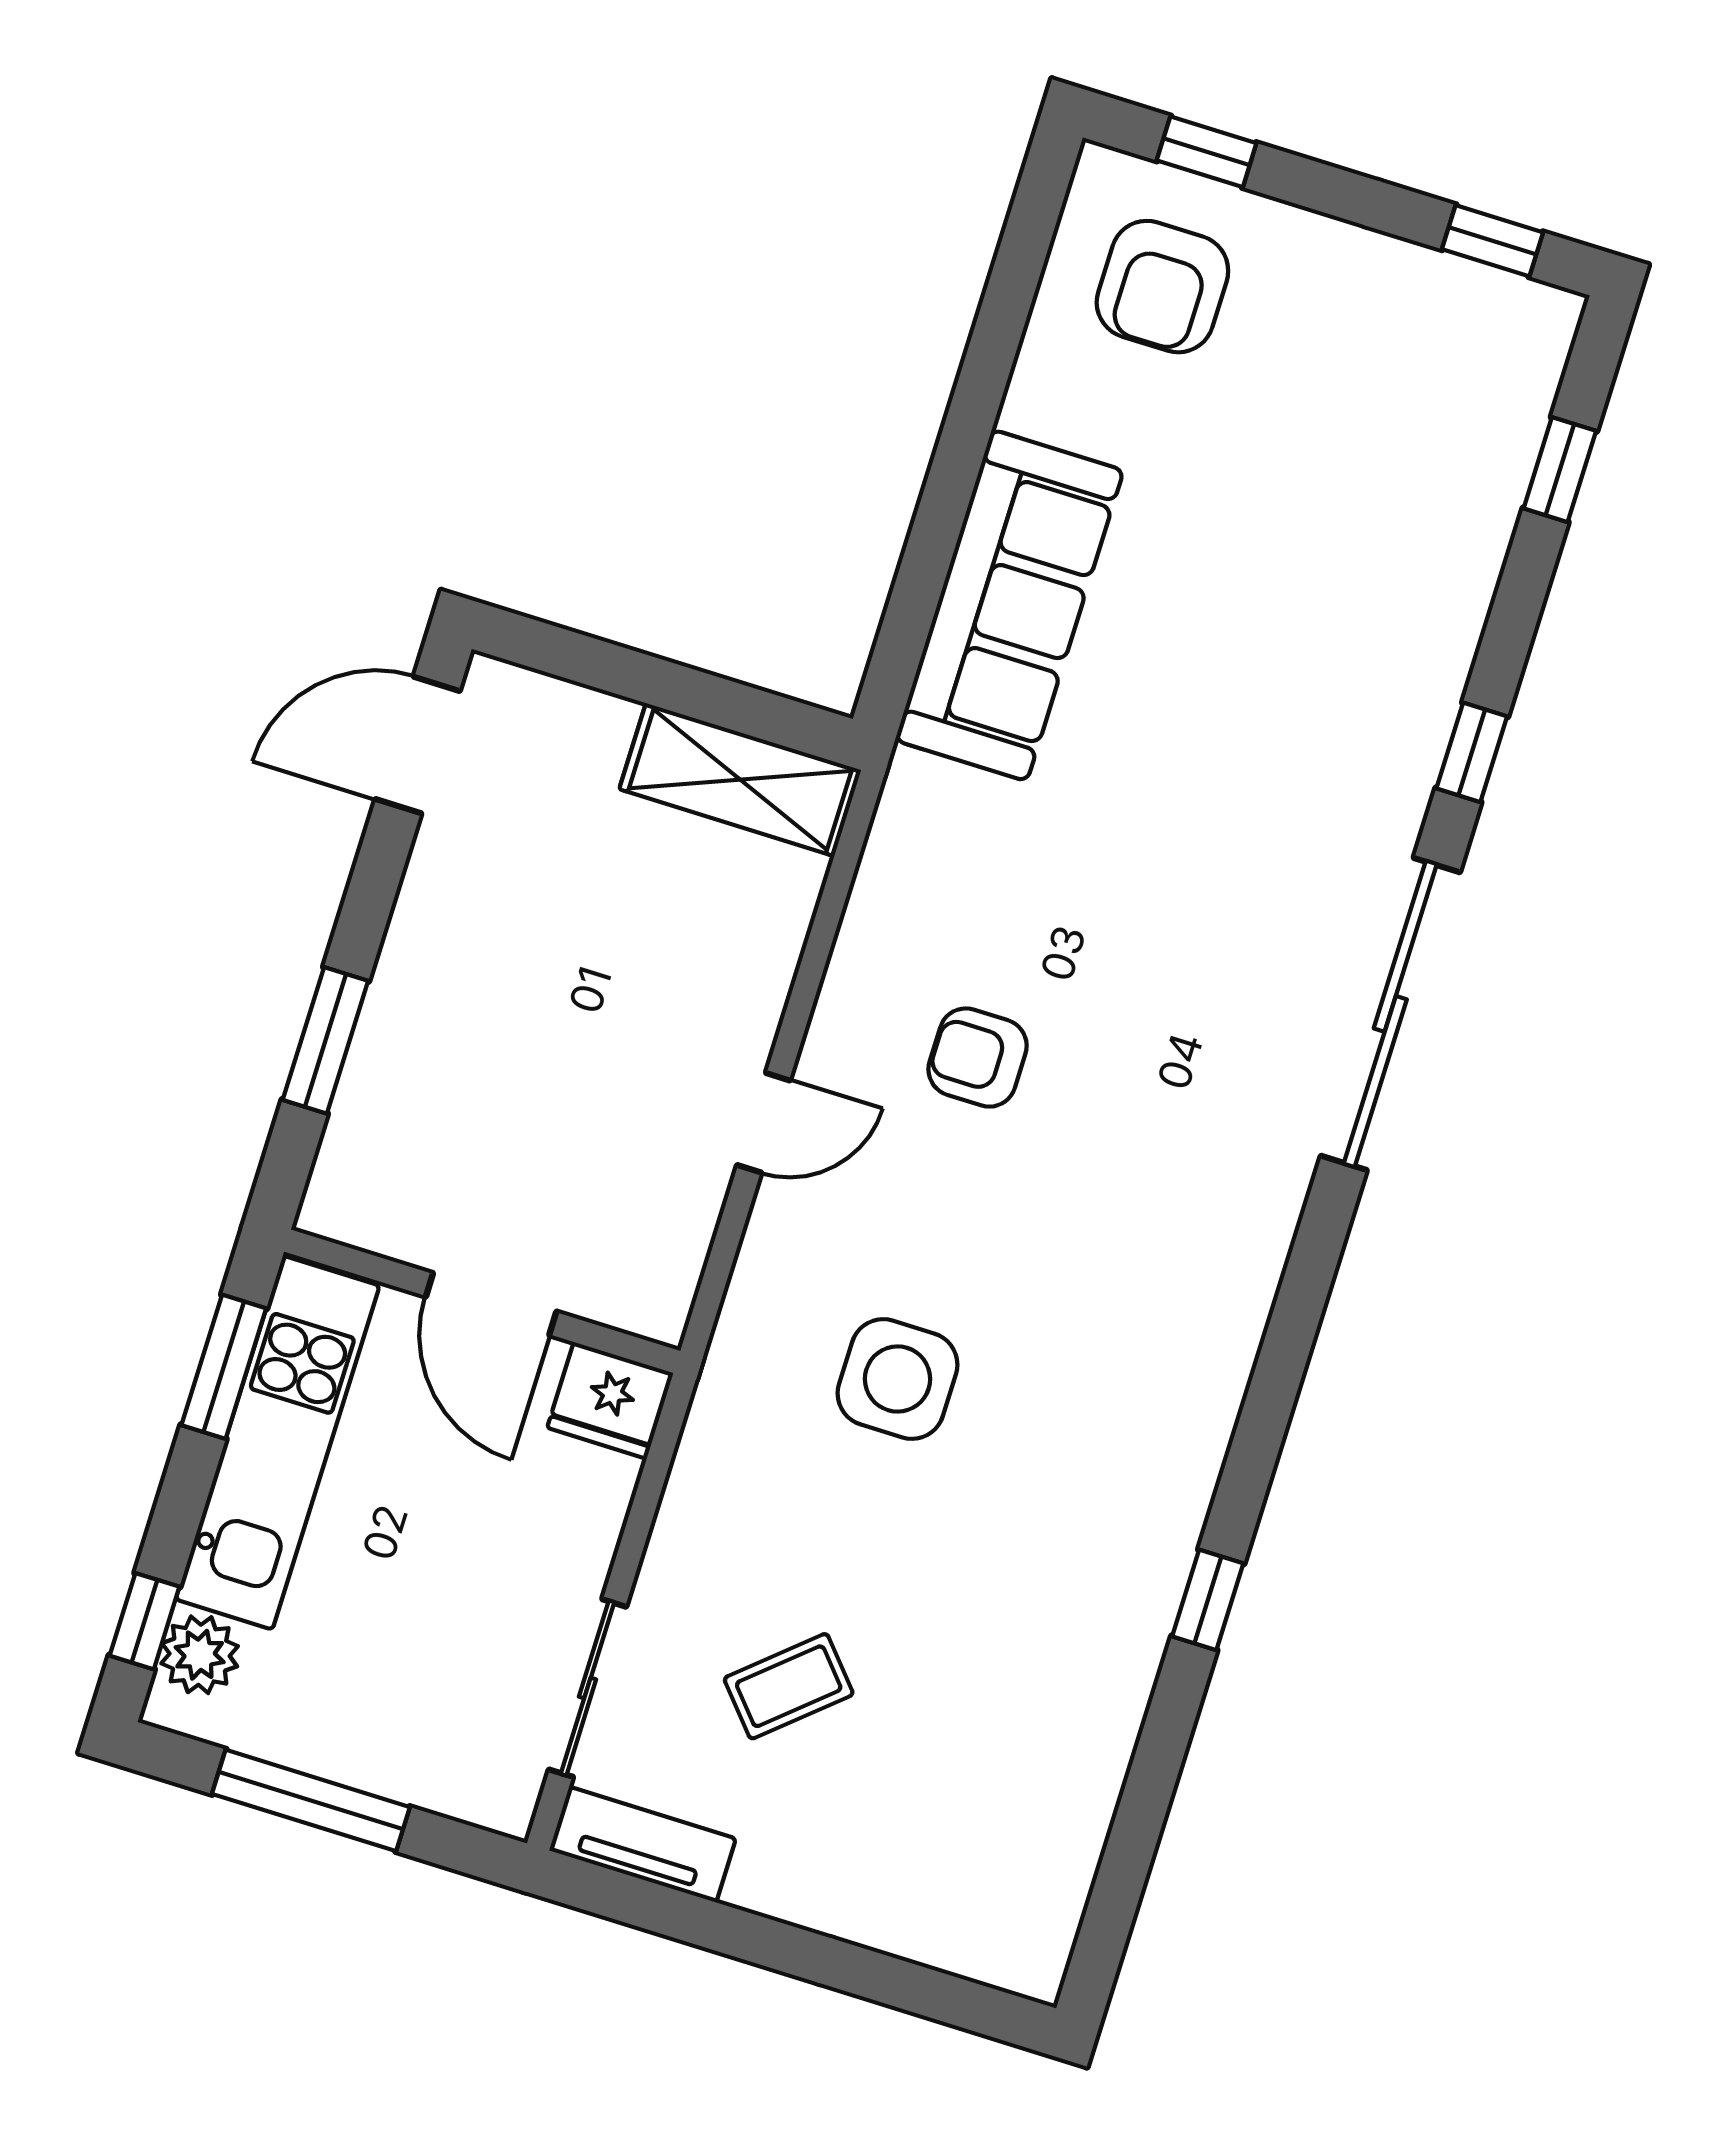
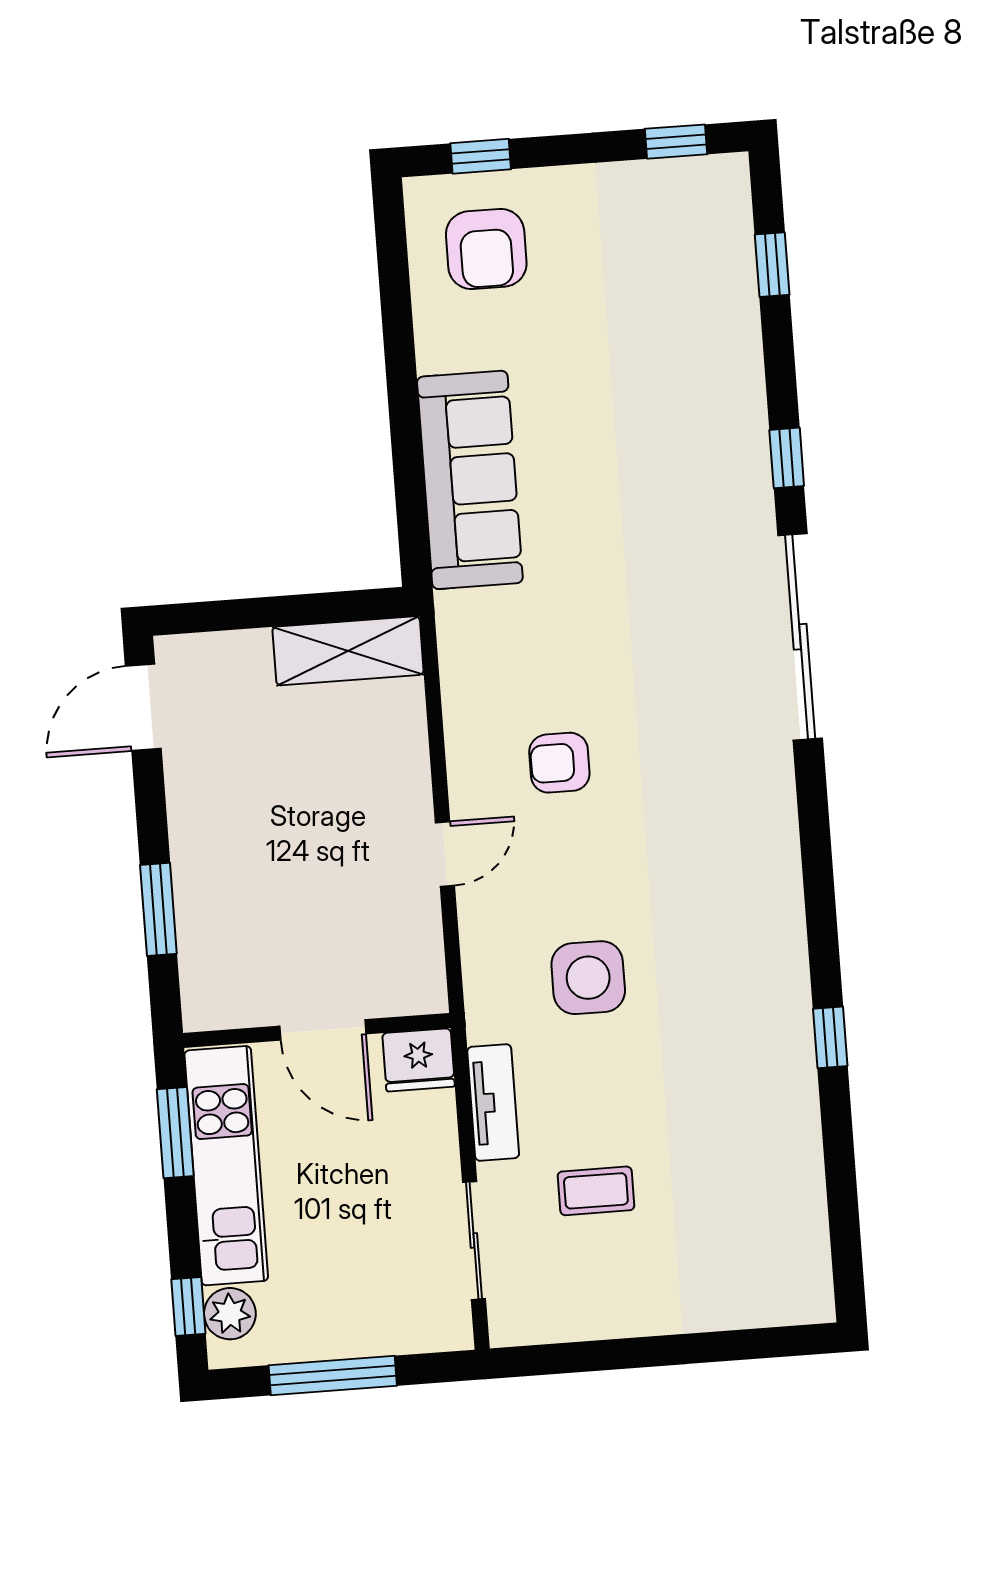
coffee table: (789, 1686) -> (596, 1191), turned 41
tv unit: (643, 1845) -> (493, 1102), moved, turned 90

